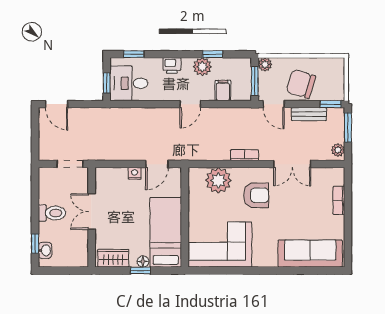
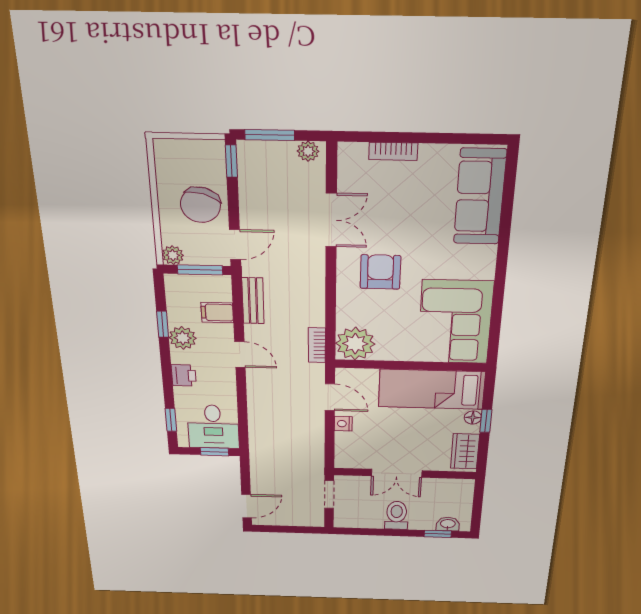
bench: (309, 114) -> (253, 301), moved
bookcase: (245, 155) -> (317, 345), moved
plant: (218, 180) -> (355, 344), moved

